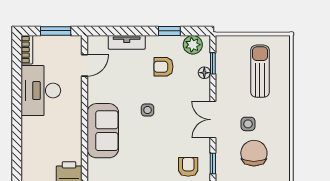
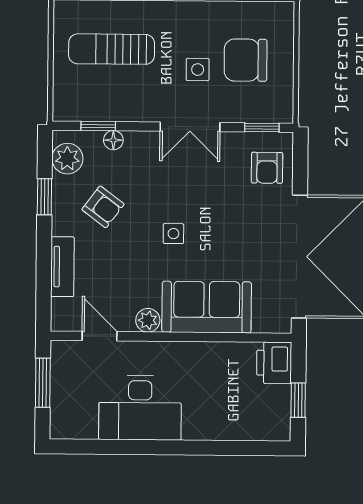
bookcase: (27, 50) -> (73, 430), removed
armchair: (163, 67) -> (103, 207), turned -53
plant: (94, 95) -> (148, 320), added
armchair: (188, 167) -> (267, 168), turned -90

